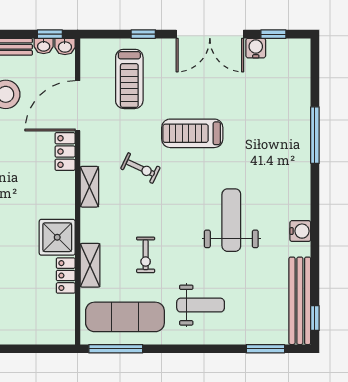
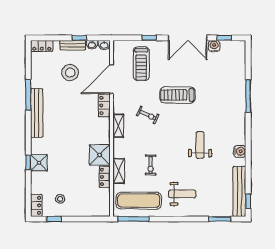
window: (50, 34) -> (79, 38), moved
weight bench: (231, 220) -> (200, 145), width x0.73, depth x0.75

